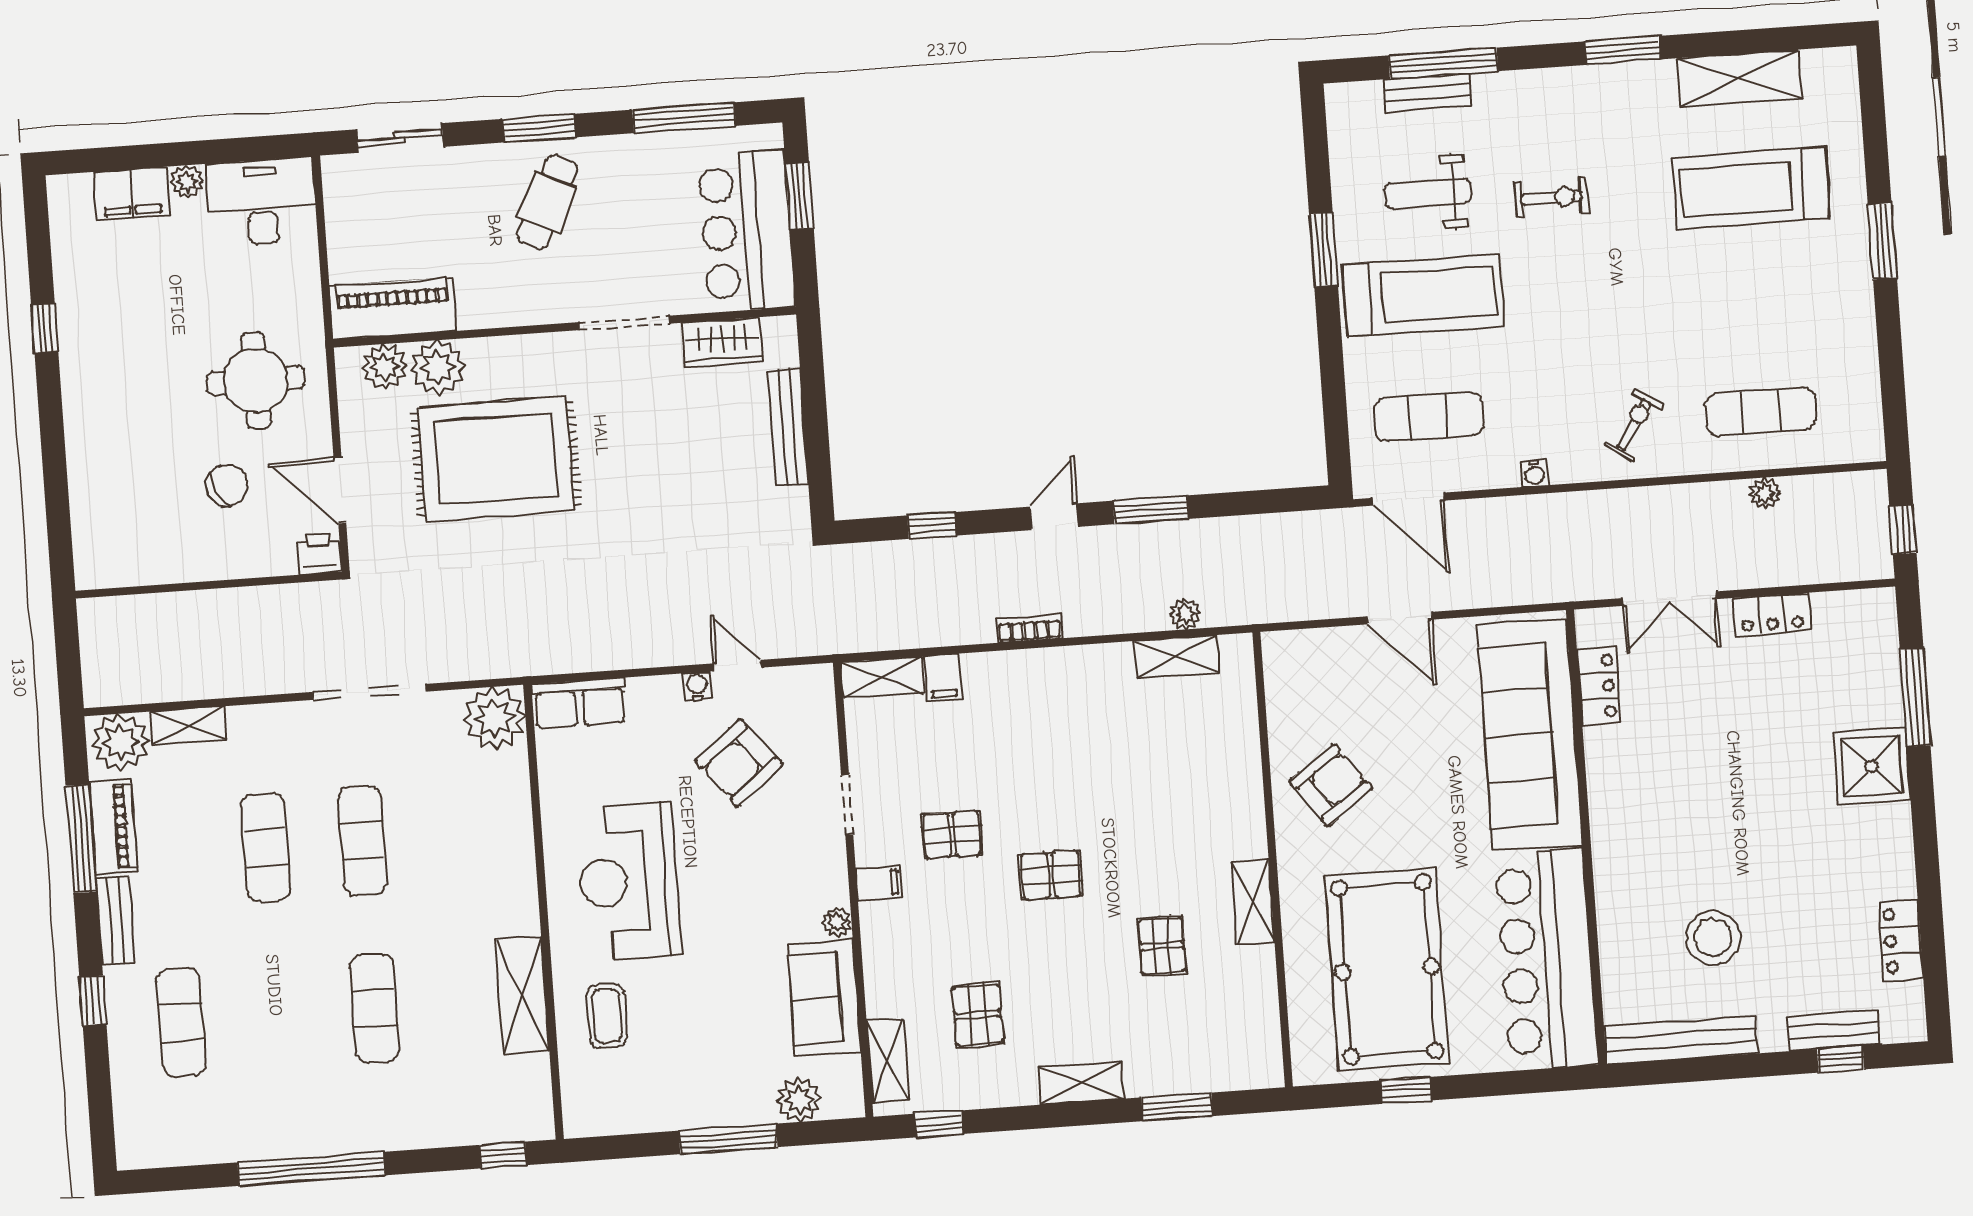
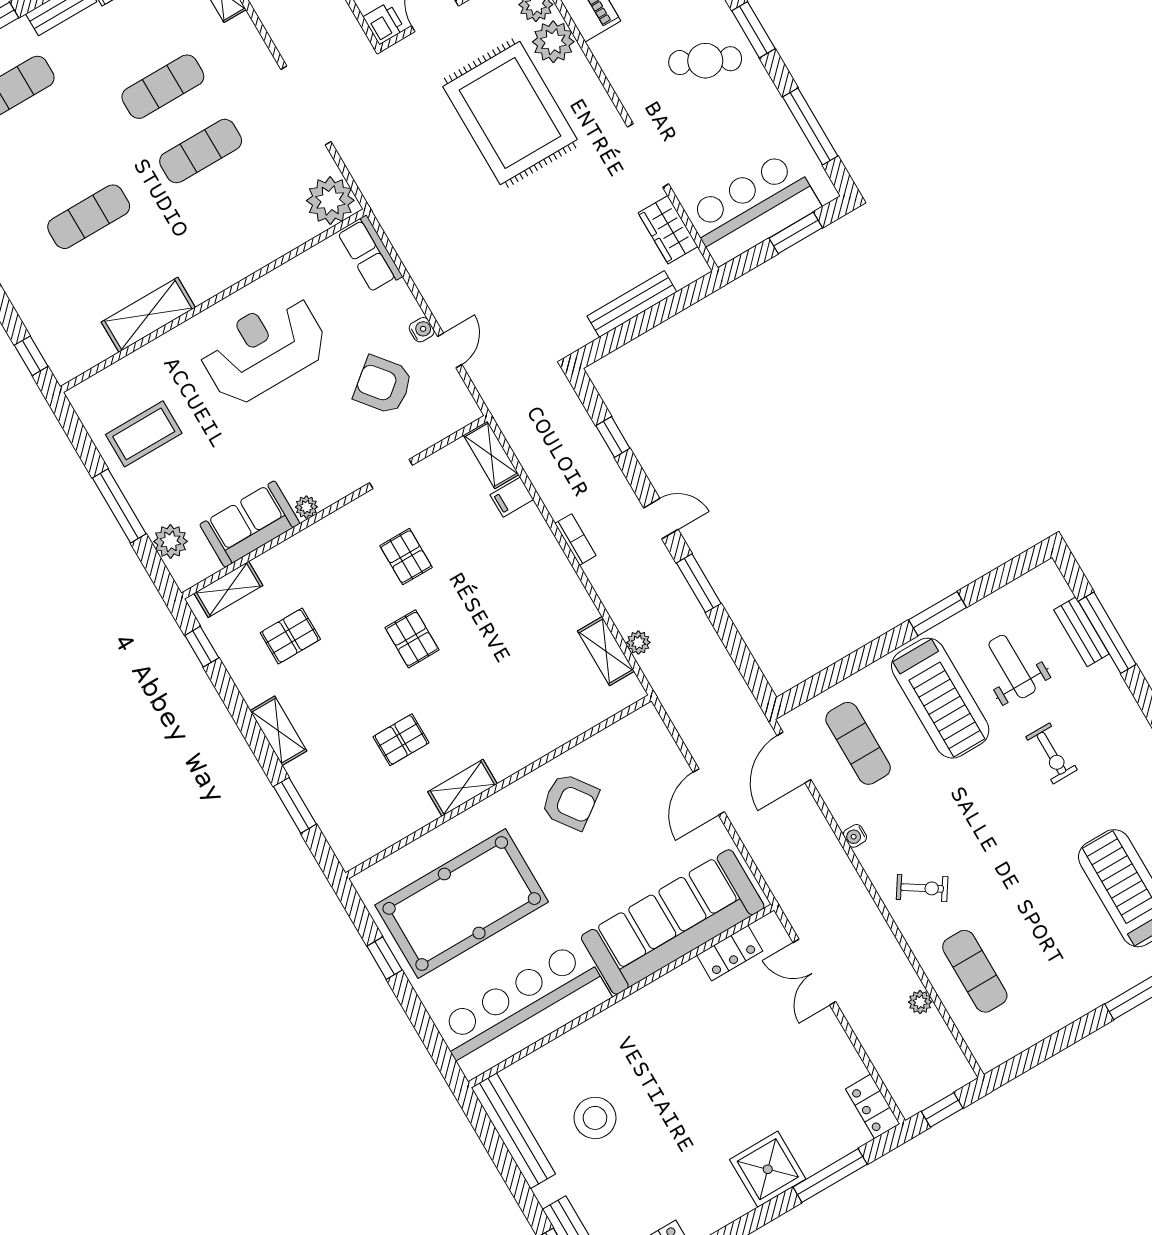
locker: (1772, 614) -> (873, 1106), moved
filing cabinet: (879, 883) -> (348, 523), removed
coffee table: (607, 1016) -> (144, 434), moved, width x1.36, depth x1.30

